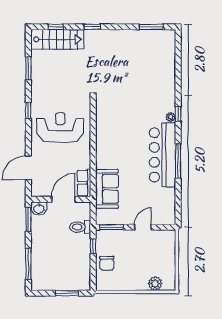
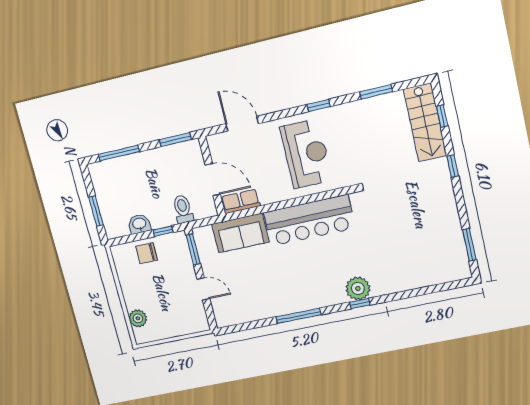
plant: (171, 117) -> (358, 289), width x1.88, depth x1.88
bar counter: (162, 155) -> (309, 220), moved, turned 180
washbasin: (39, 209) -> (139, 224), moved, turned 90

